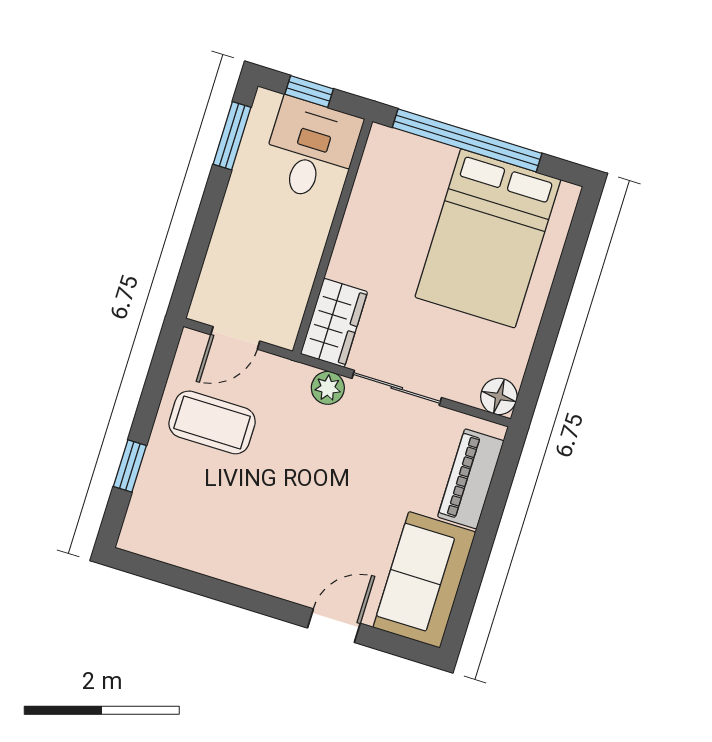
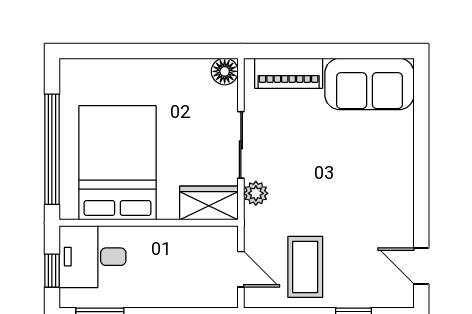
bed: (488, 238) -> (117, 163), moved, turned -90
door: (334, 626) -> (421, 266), moved

